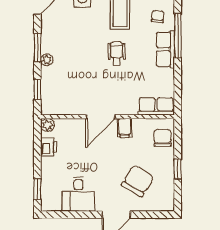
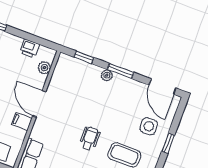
wheelchair: (117, 53) -> (90, 139), turned -90
plant: (47, 125) -> (44, 68), moved

